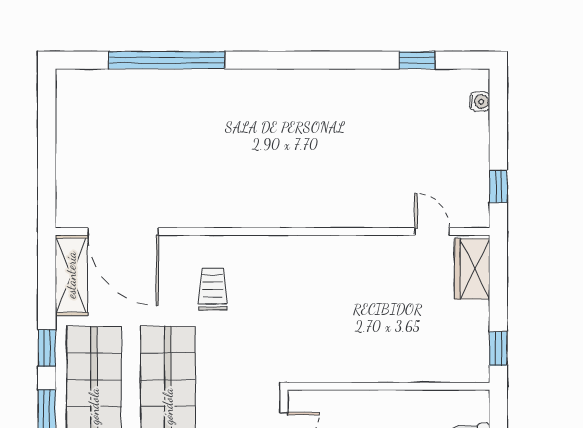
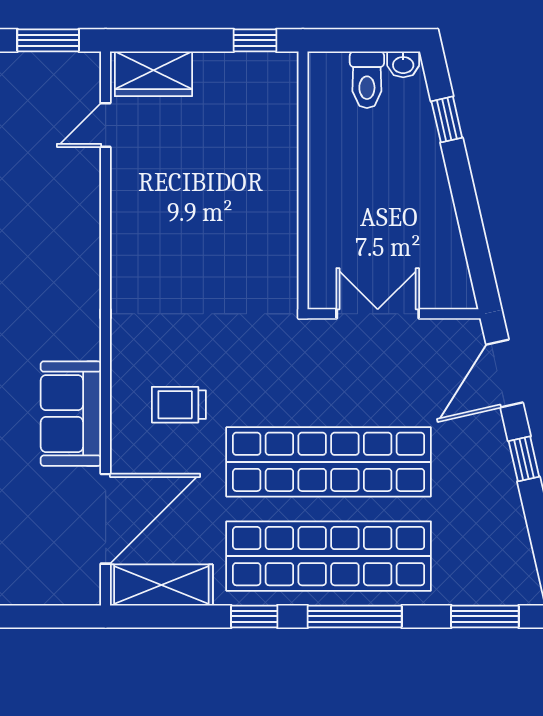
window: (498, 186) -> (48, 40), width x1.50
sofa: (206, 204) -> (71, 414), added

